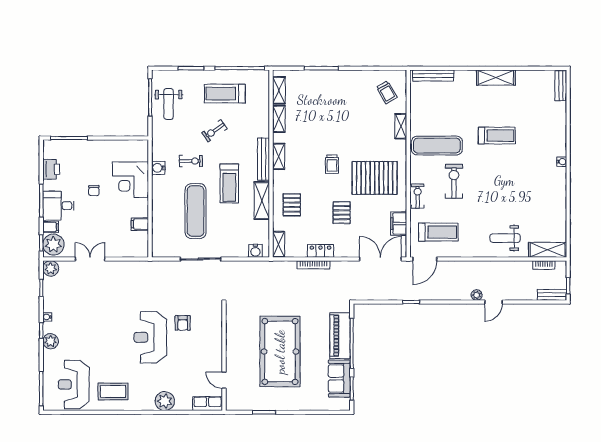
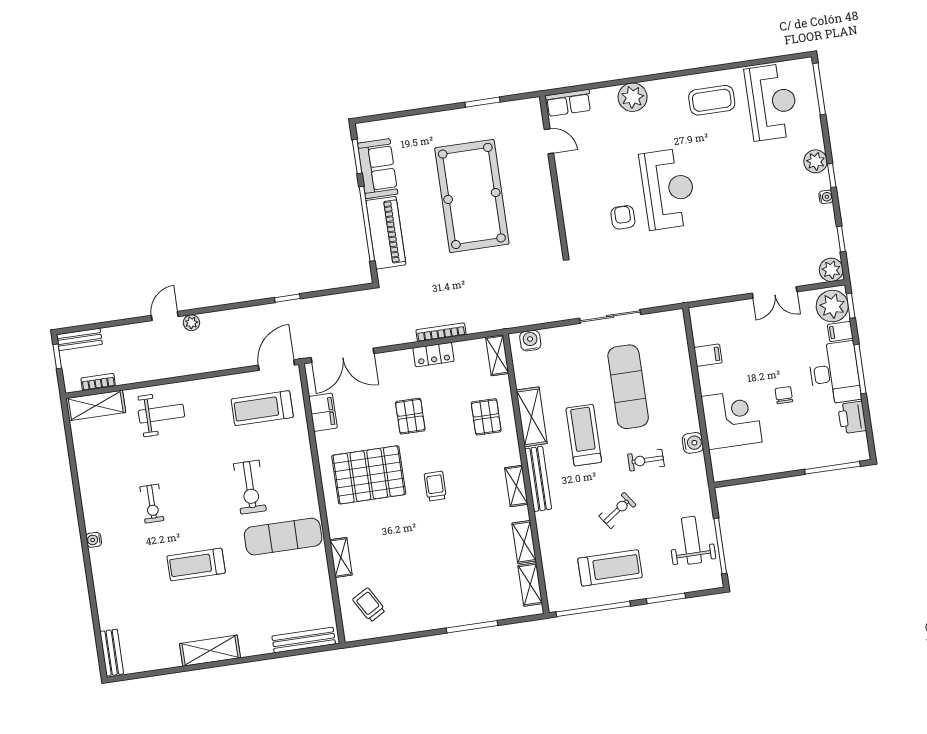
exercise bike: (418, 196) -> (152, 504), moved
desk: (58, 206) -> (834, 373), width x1.37

